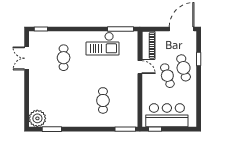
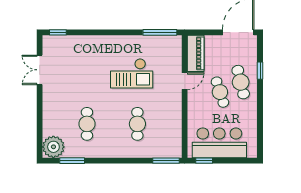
checkout: (103, 44) -> (132, 73), moved
cafe table: (64, 58) -> (87, 124), moved
door: (140, 67) -> (185, 81), hinge flipped

